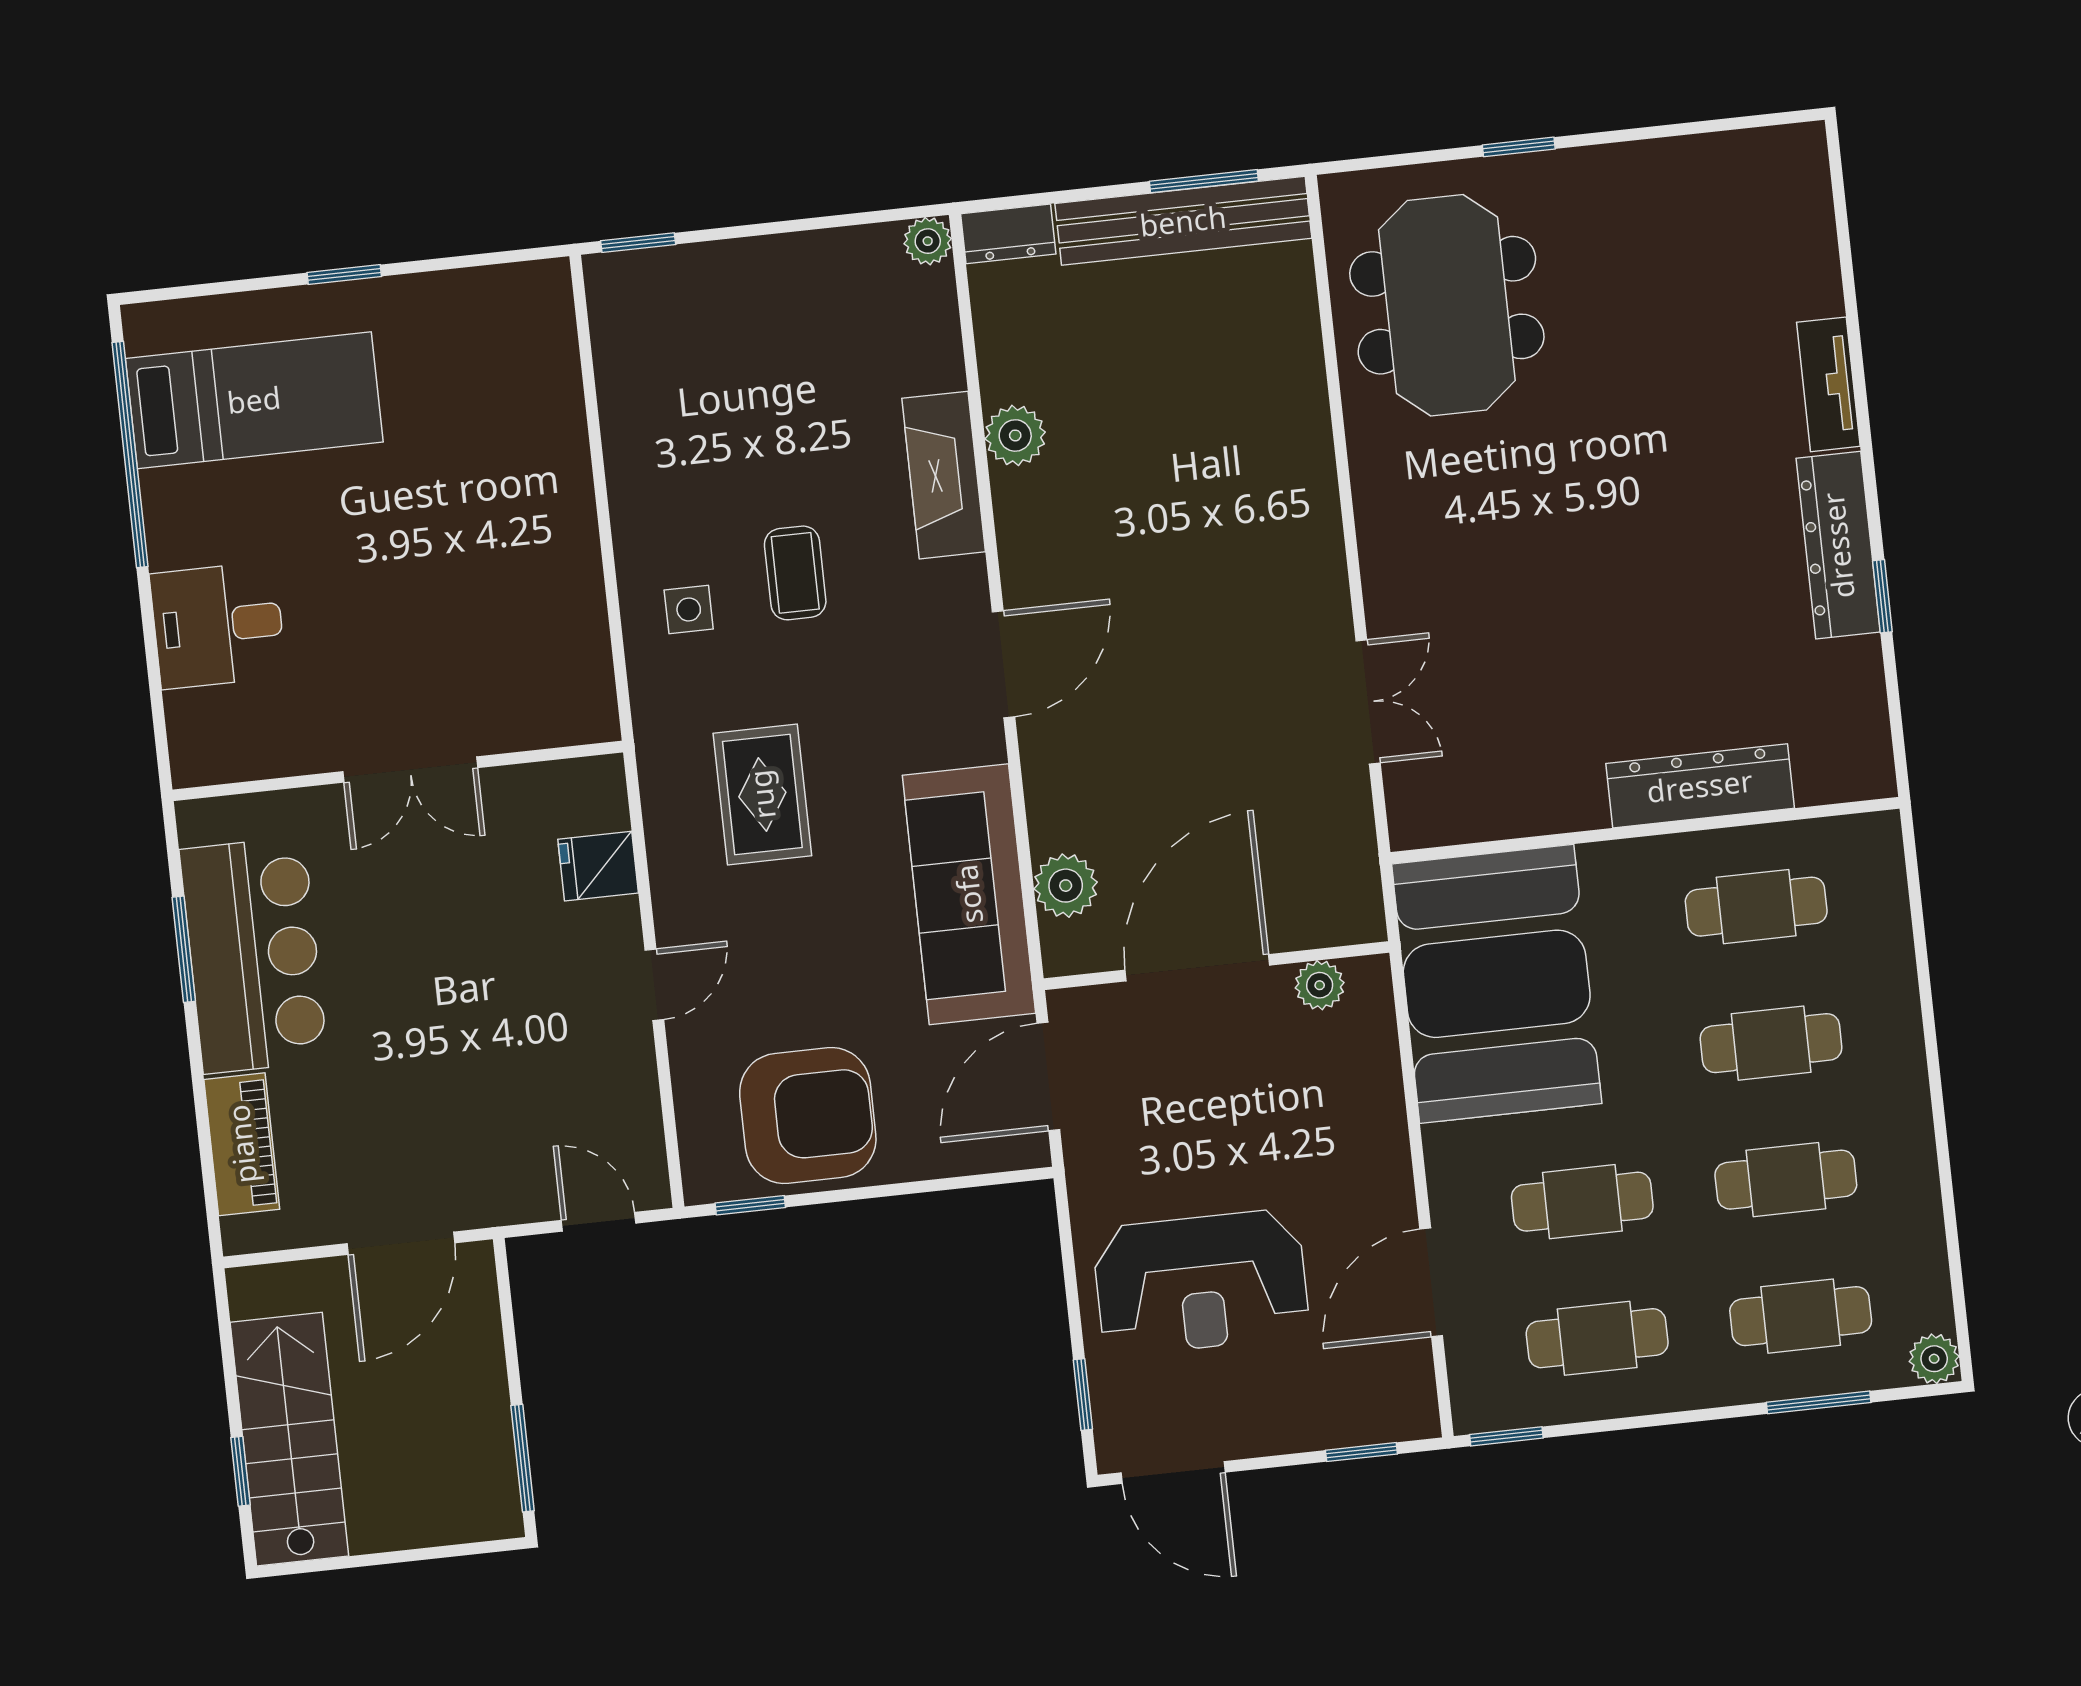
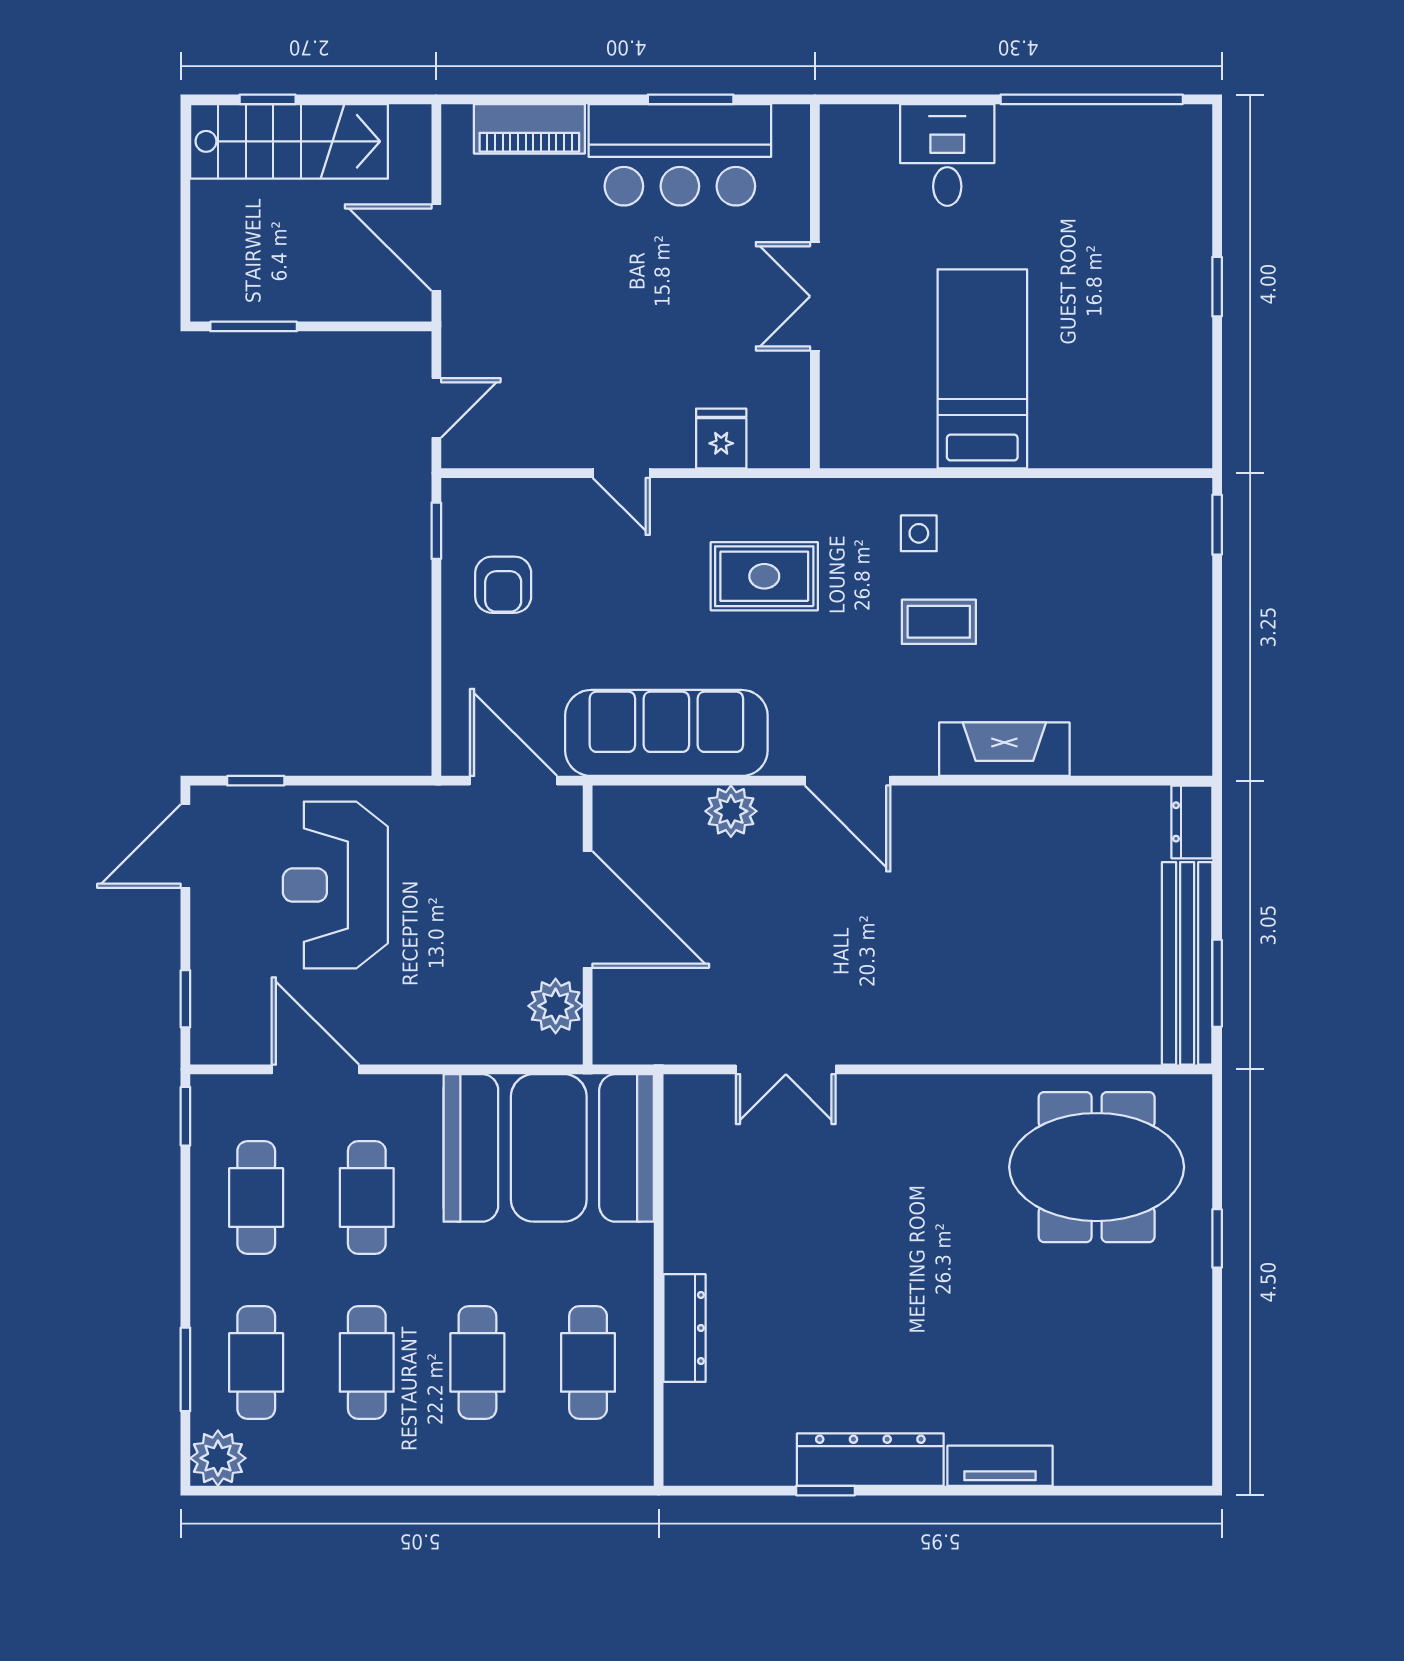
plant: (928, 241) -> (1193, 757), removed
bed: (254, 400) -> (982, 369), moved, turned 180
plant: (1015, 435) -> (1030, 810), removed
dresser: (1700, 786) -> (684, 1328), width x0.73, depth x0.80
plant: (1066, 886) -> (731, 811), moved
plant: (1320, 985) -> (556, 1006), width x1.38, depth x1.38
armchair: (808, 1116) -> (503, 585), width x0.53, depth x0.53
plant: (1934, 1359) -> (218, 1458), width x1.38, depth x1.38

